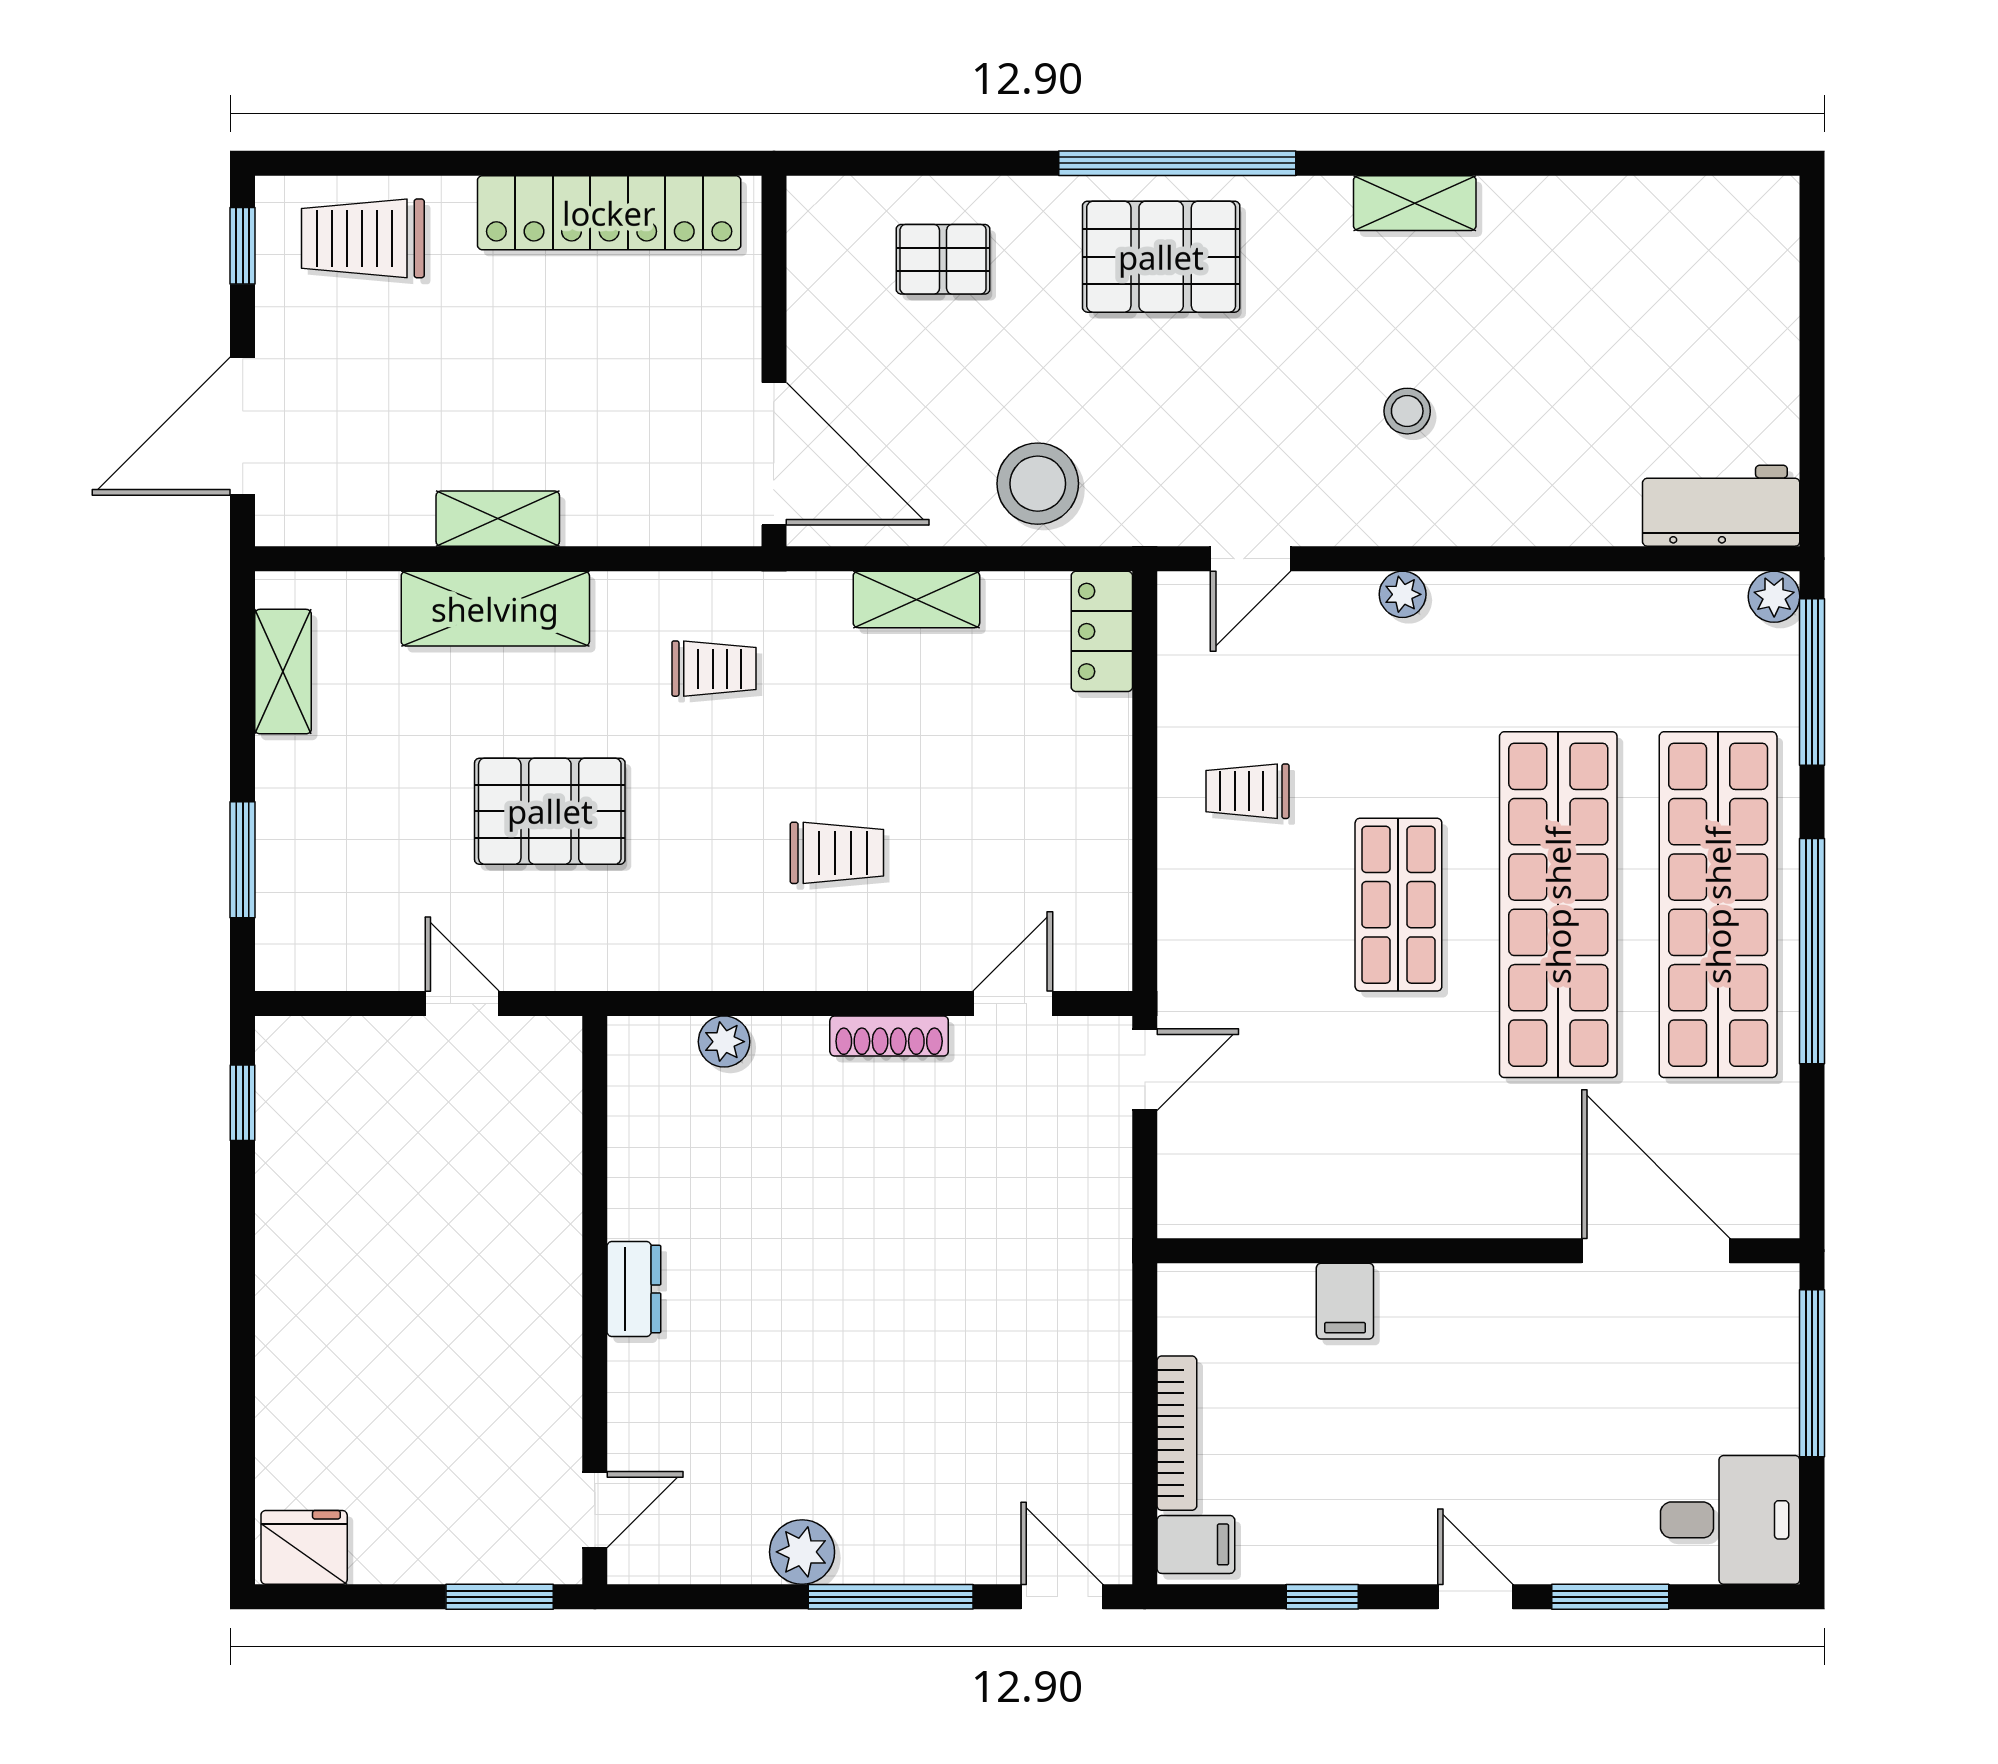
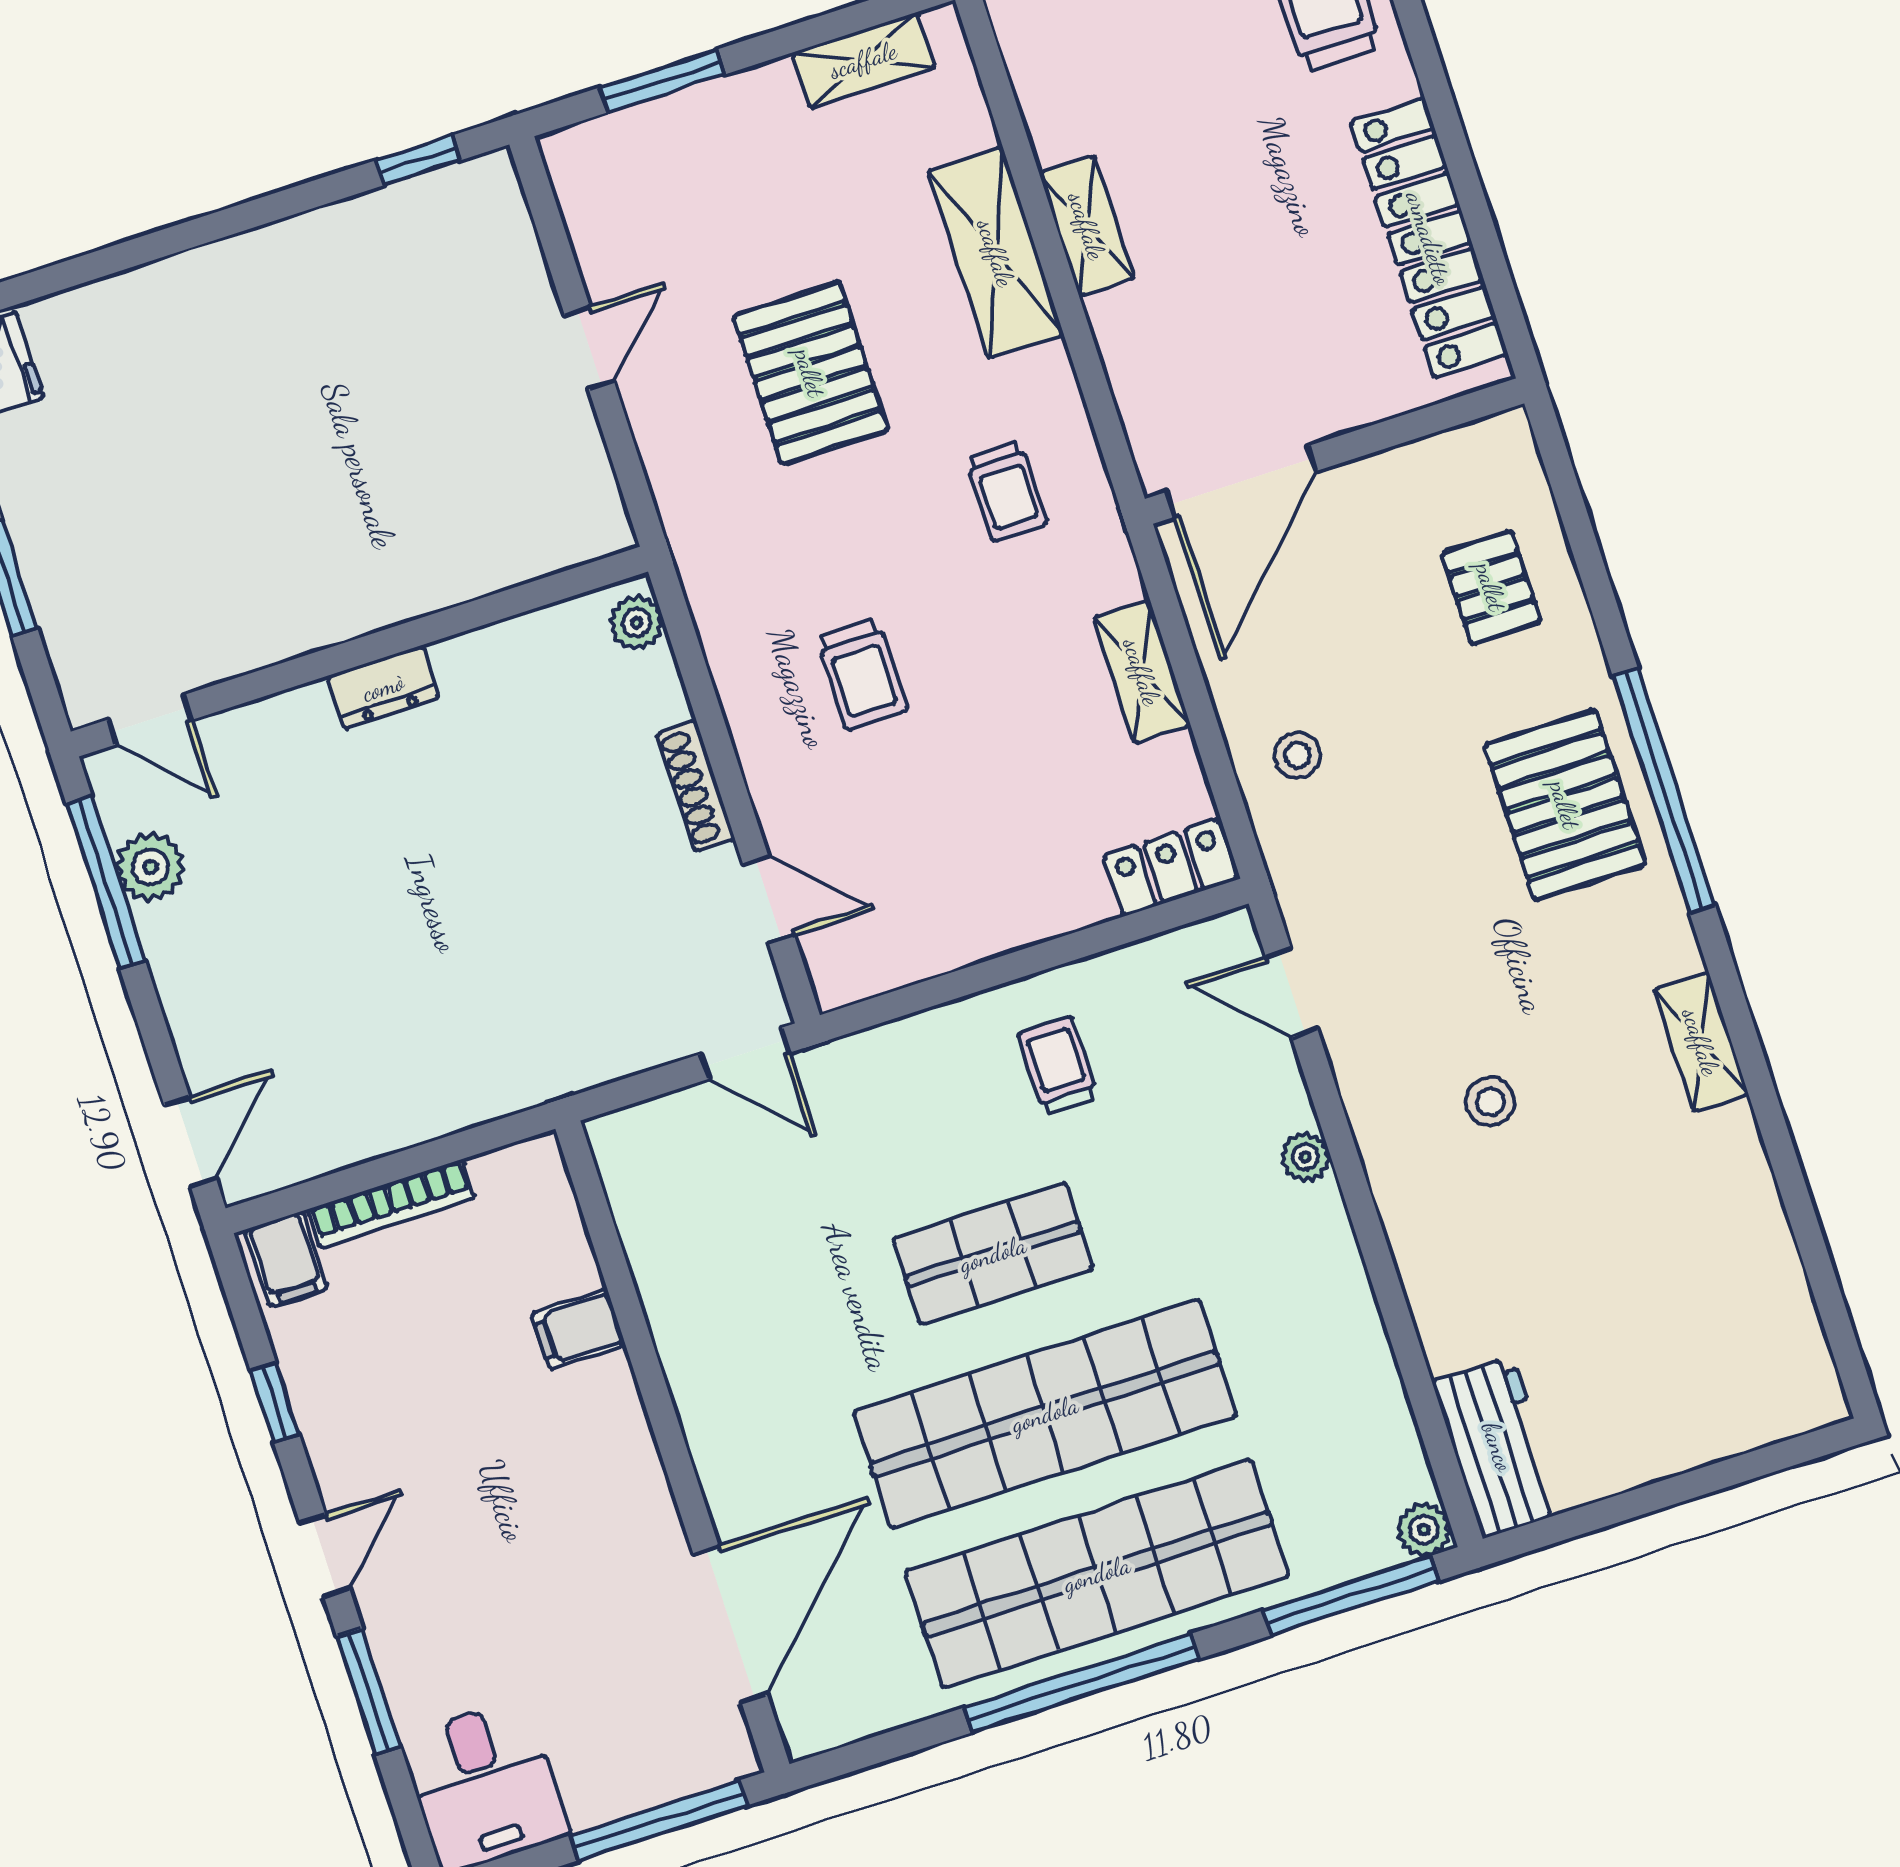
stool: (1038, 484) -> (1297, 755), width x0.53, depth x0.53
dresser: (634, 1289) -> (383, 687), moved
wall: (595, 1300) -> (359, 652), moved
door: (595, 1510) -> (150, 720), moved
window: (891, 1597) -> (106, 882), moved

